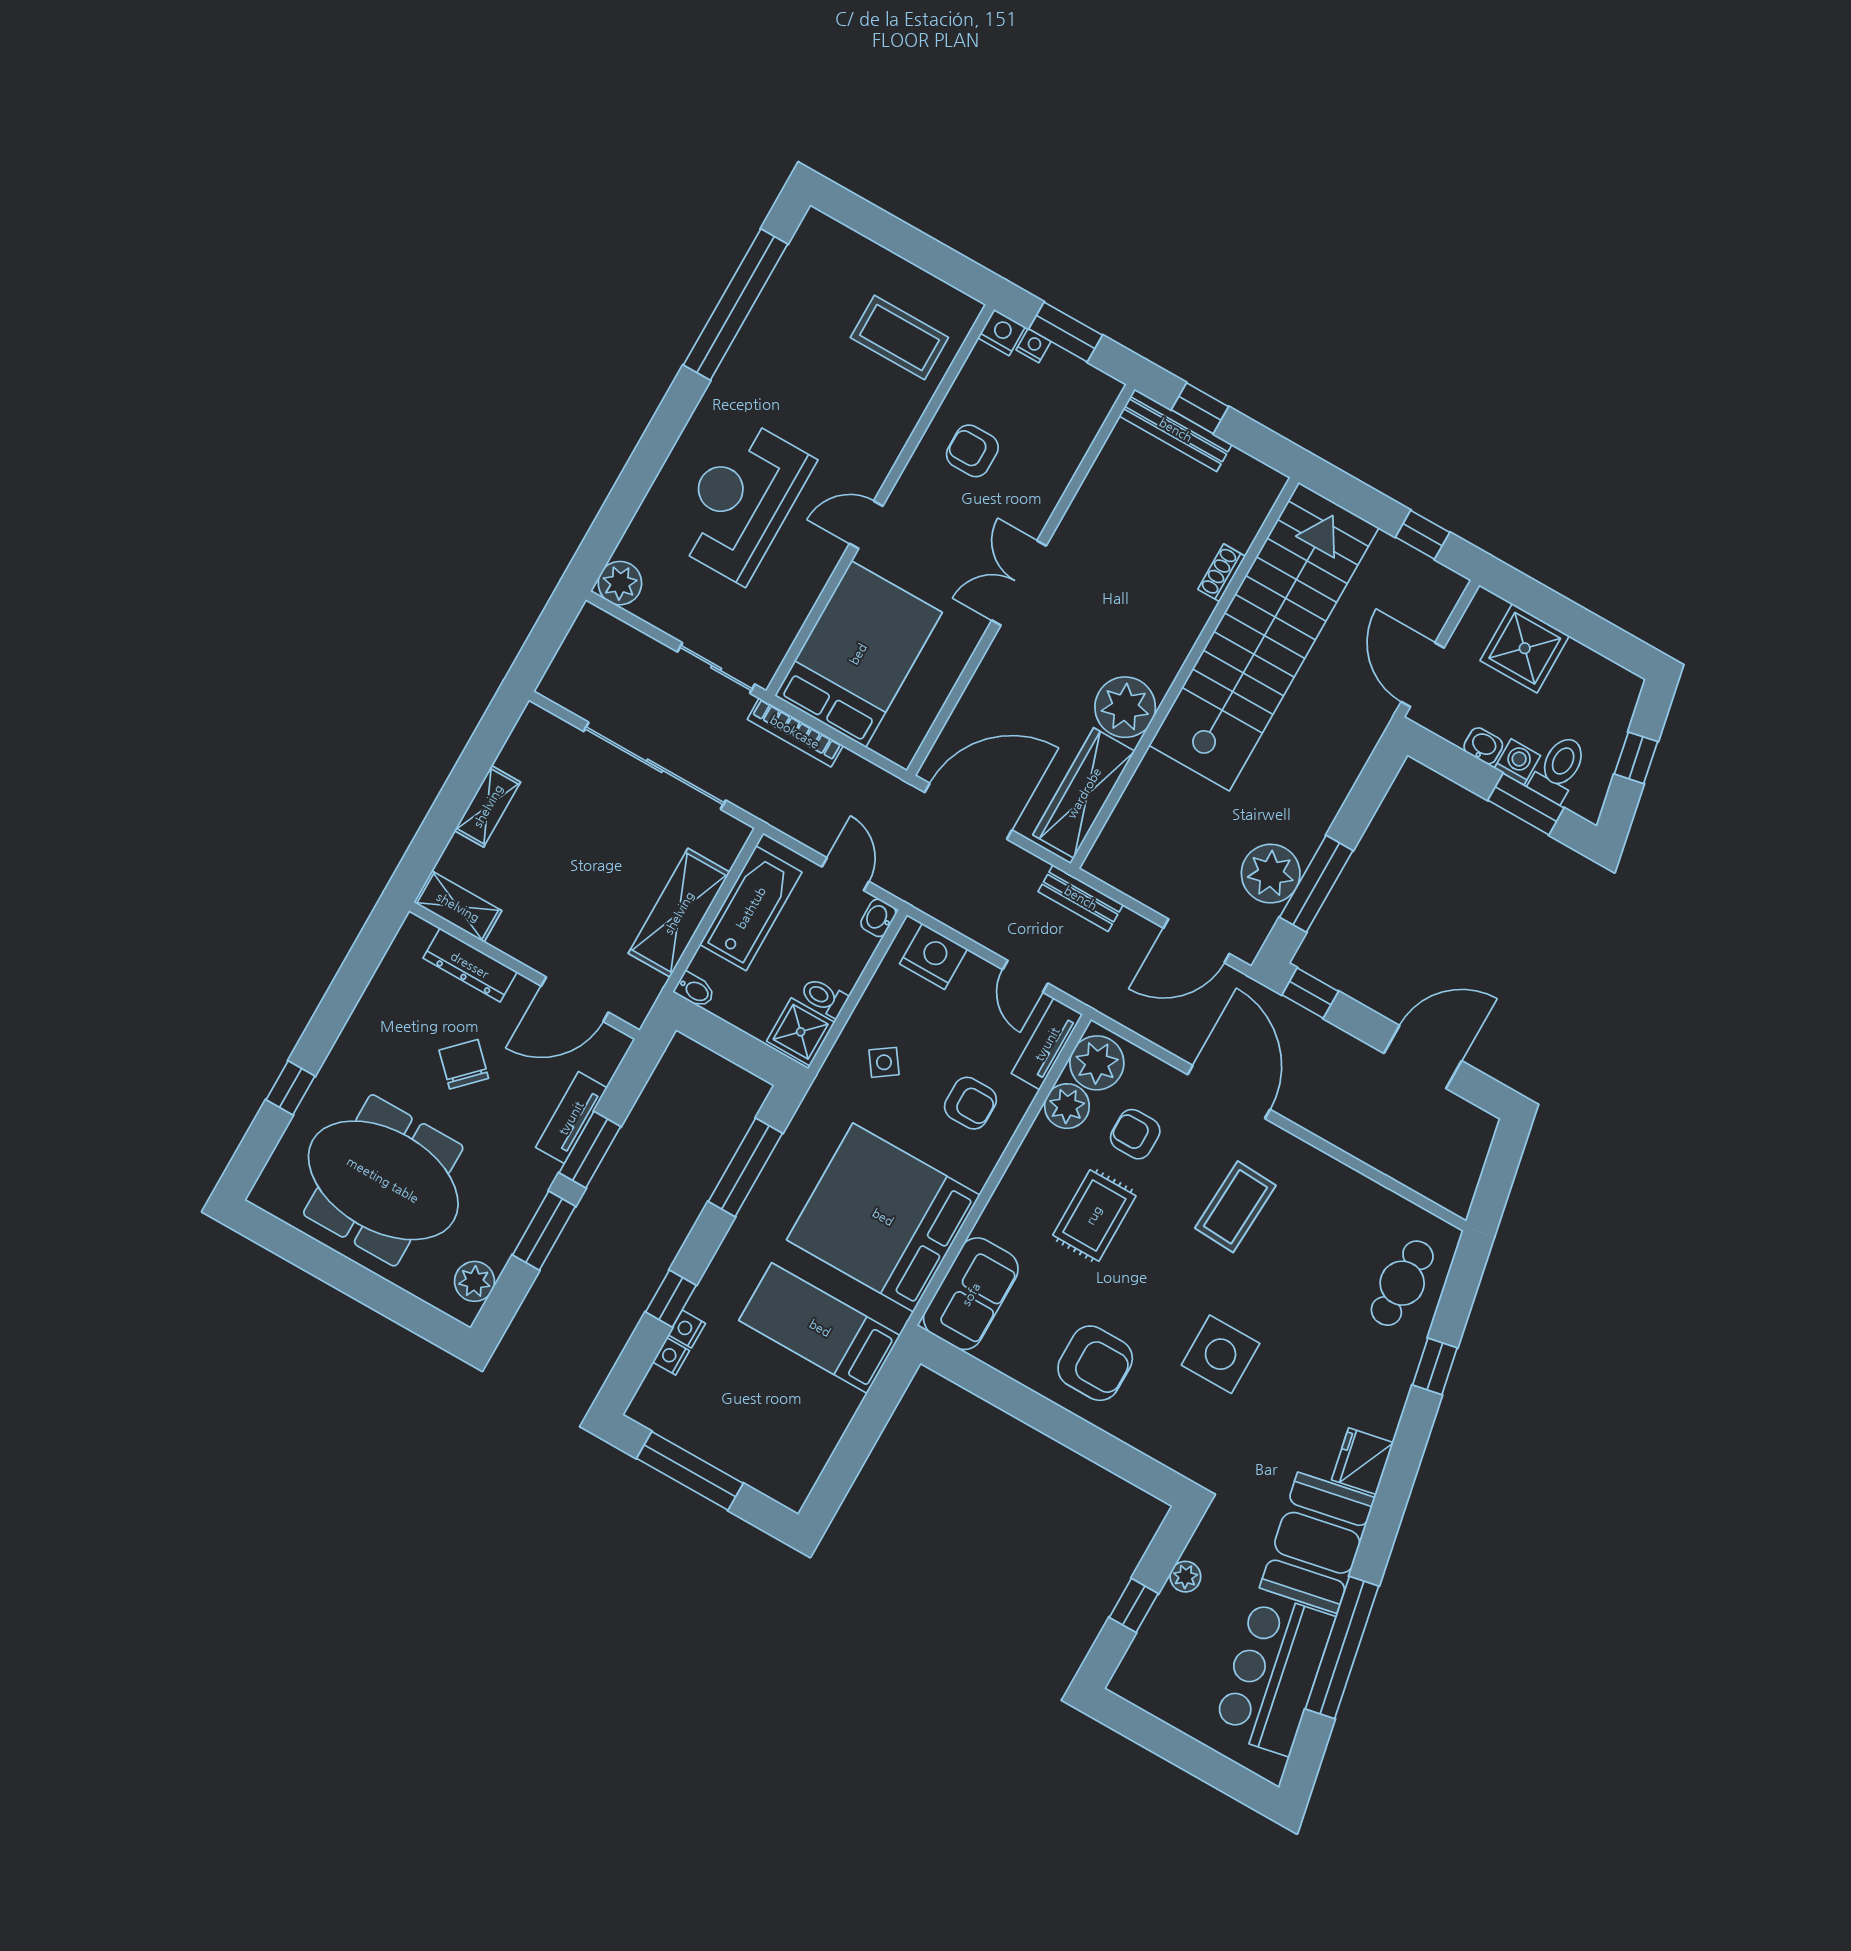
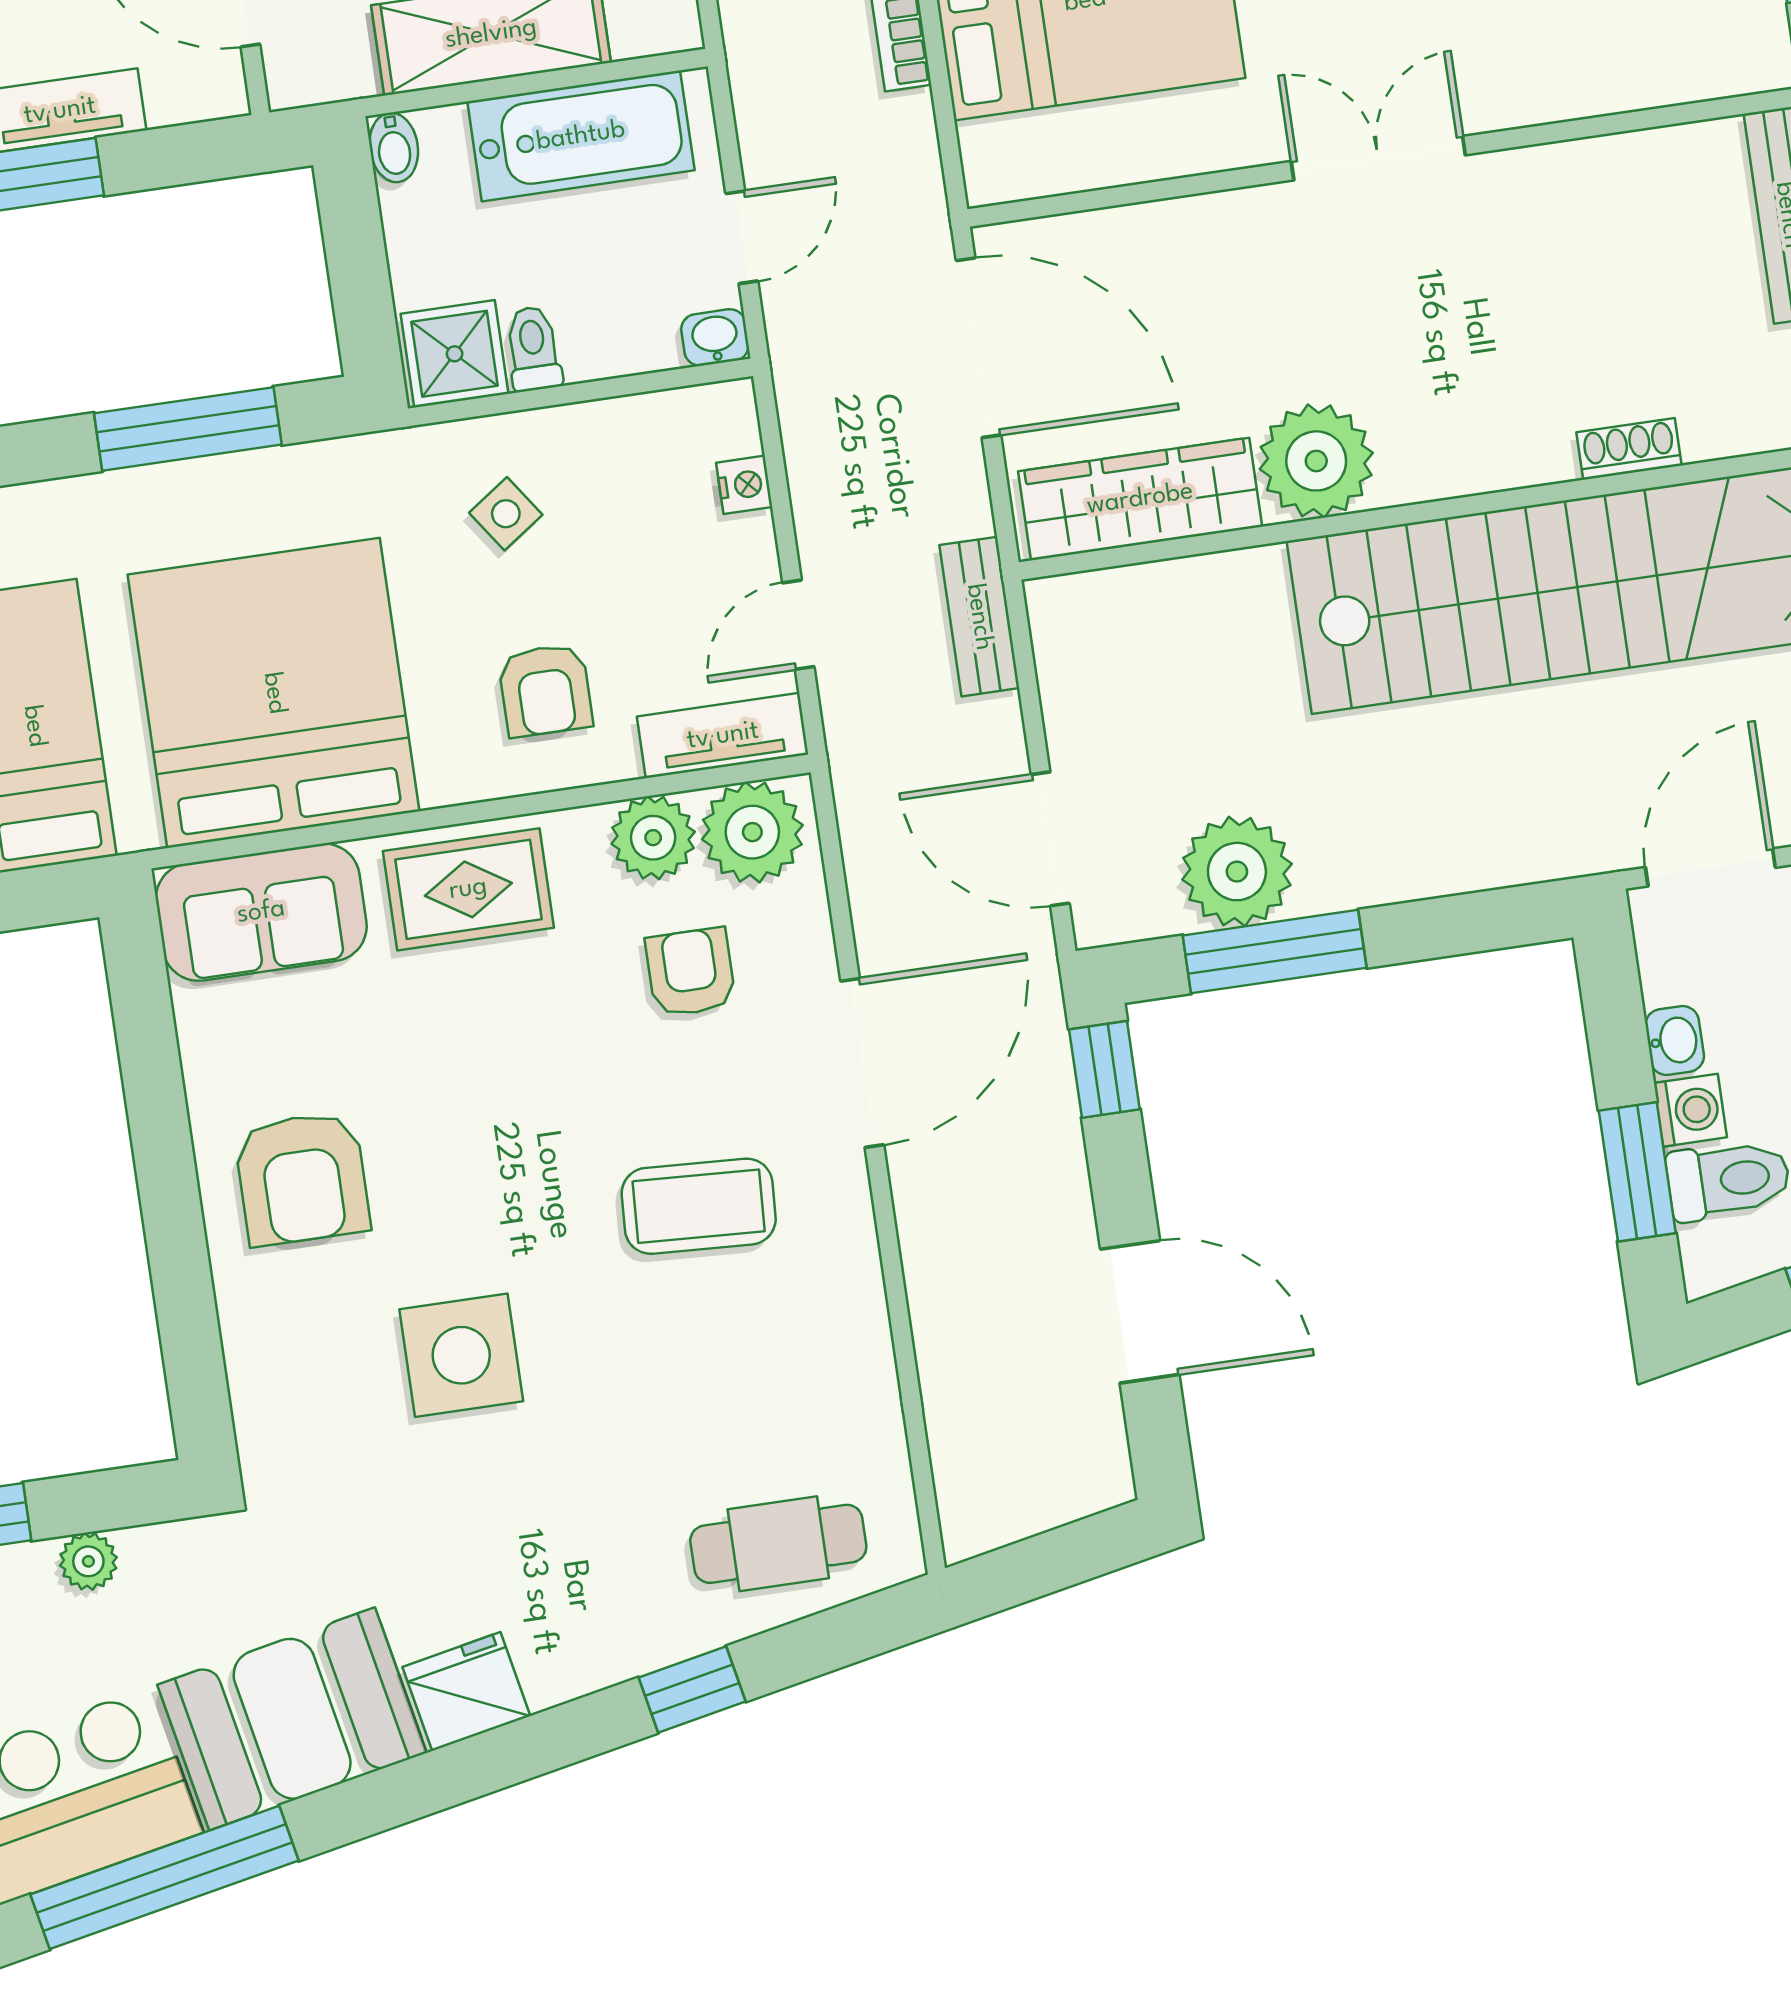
nightstand: (934, 956) -> (744, 485), width x0.53, depth x0.56
rug: (1094, 1215) -> (468, 889), moved

